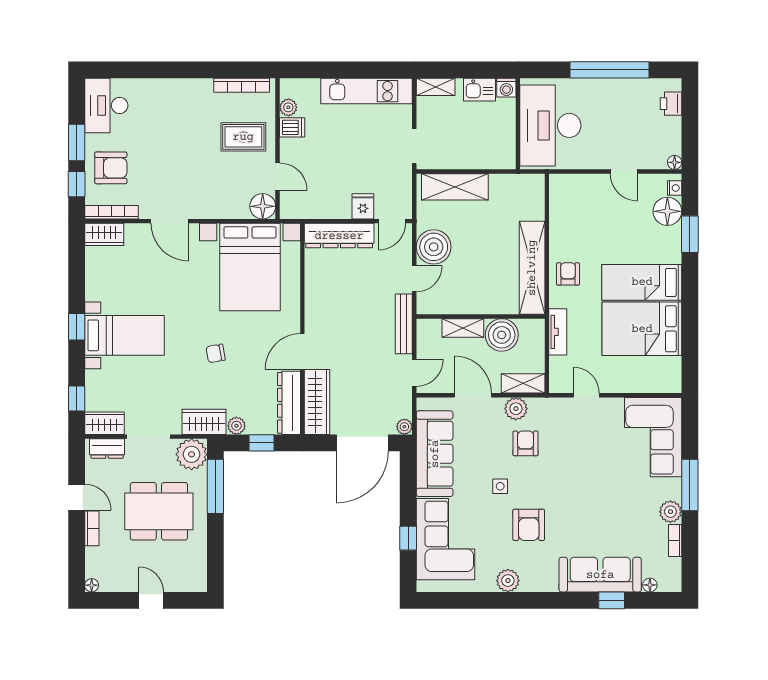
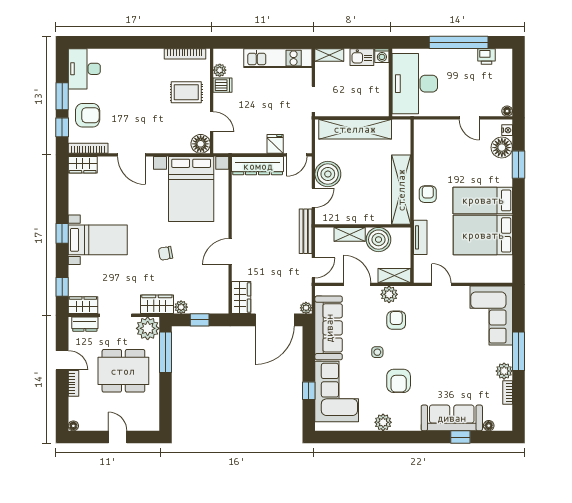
printer: (671, 104) -> (487, 56), moved, turned -90
shelving: (455, 187) -> (355, 129), width x1.47
wardrobe: (317, 402) -> (241, 298), width x0.67
dresser: (289, 403) -> (220, 290), removed

